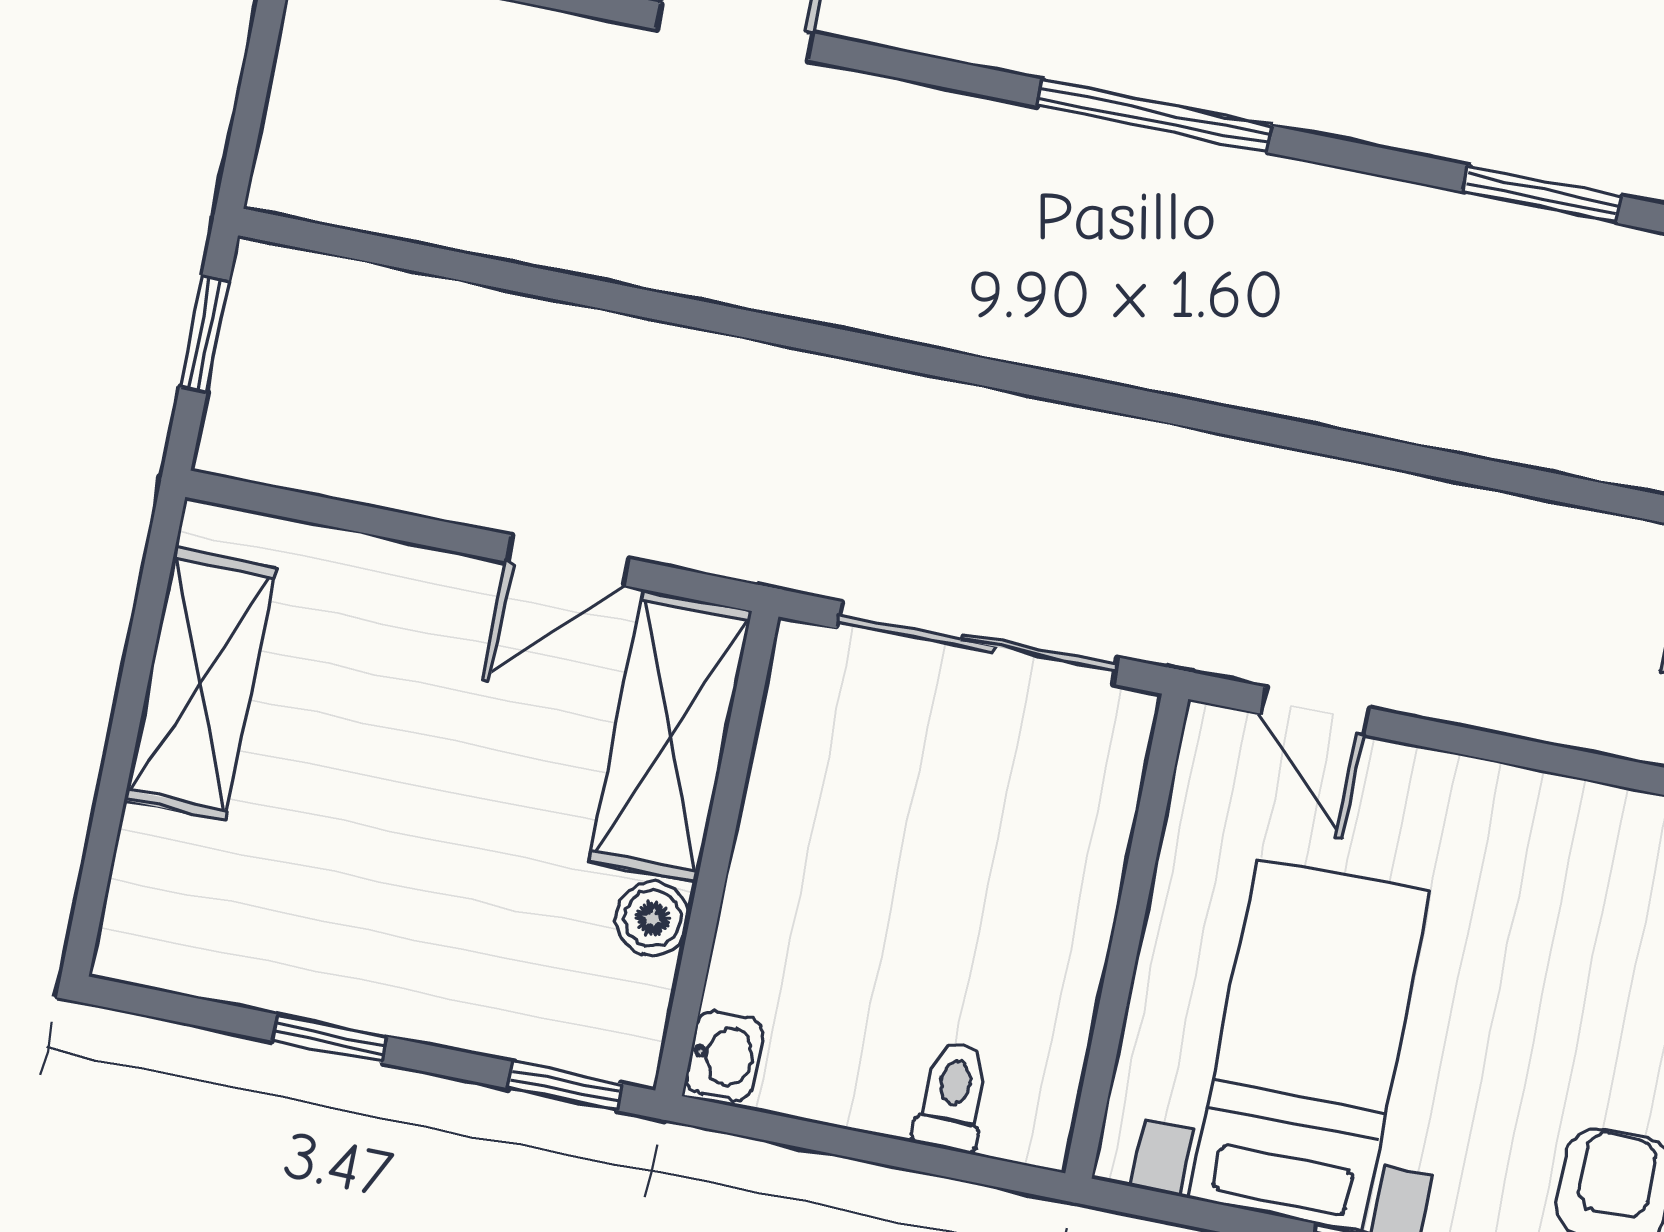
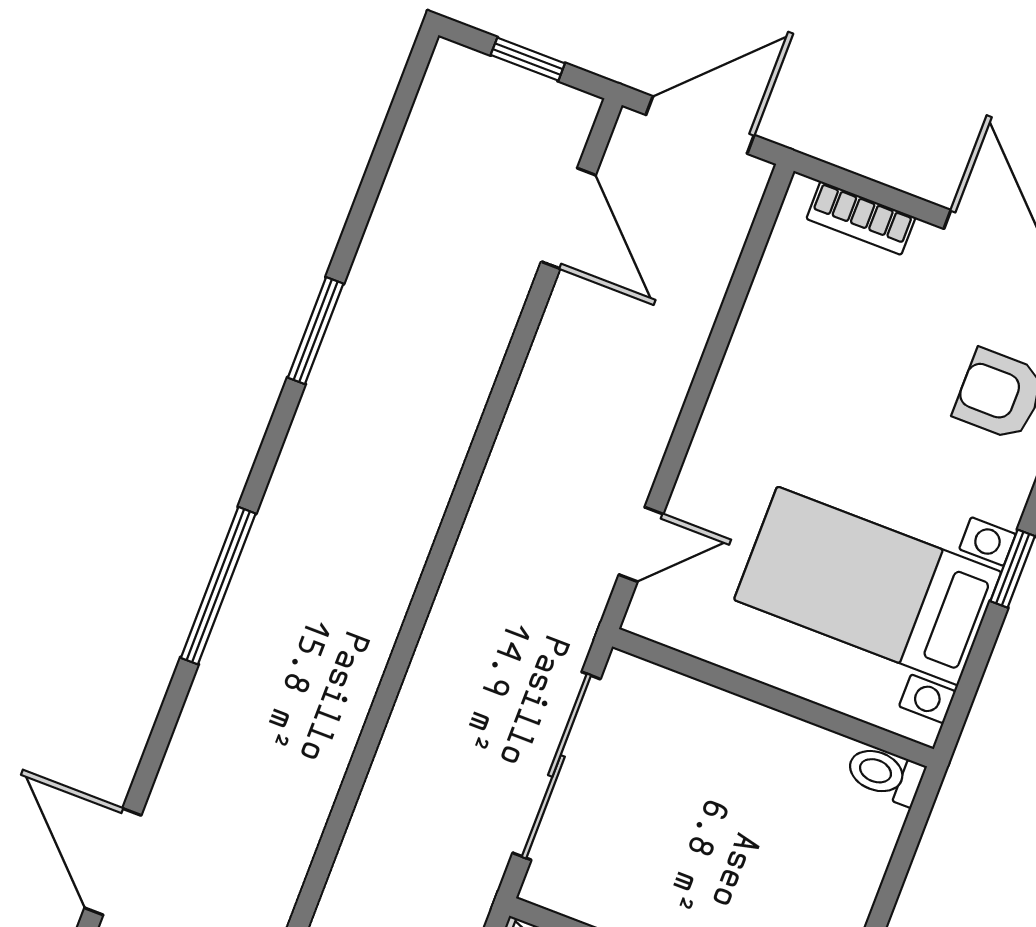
toilet: (953, 1097) -> (885, 774), moved

